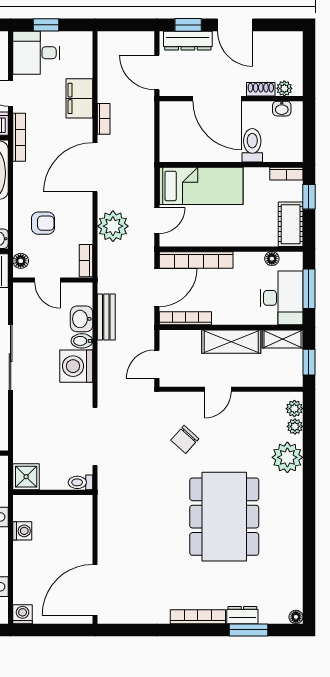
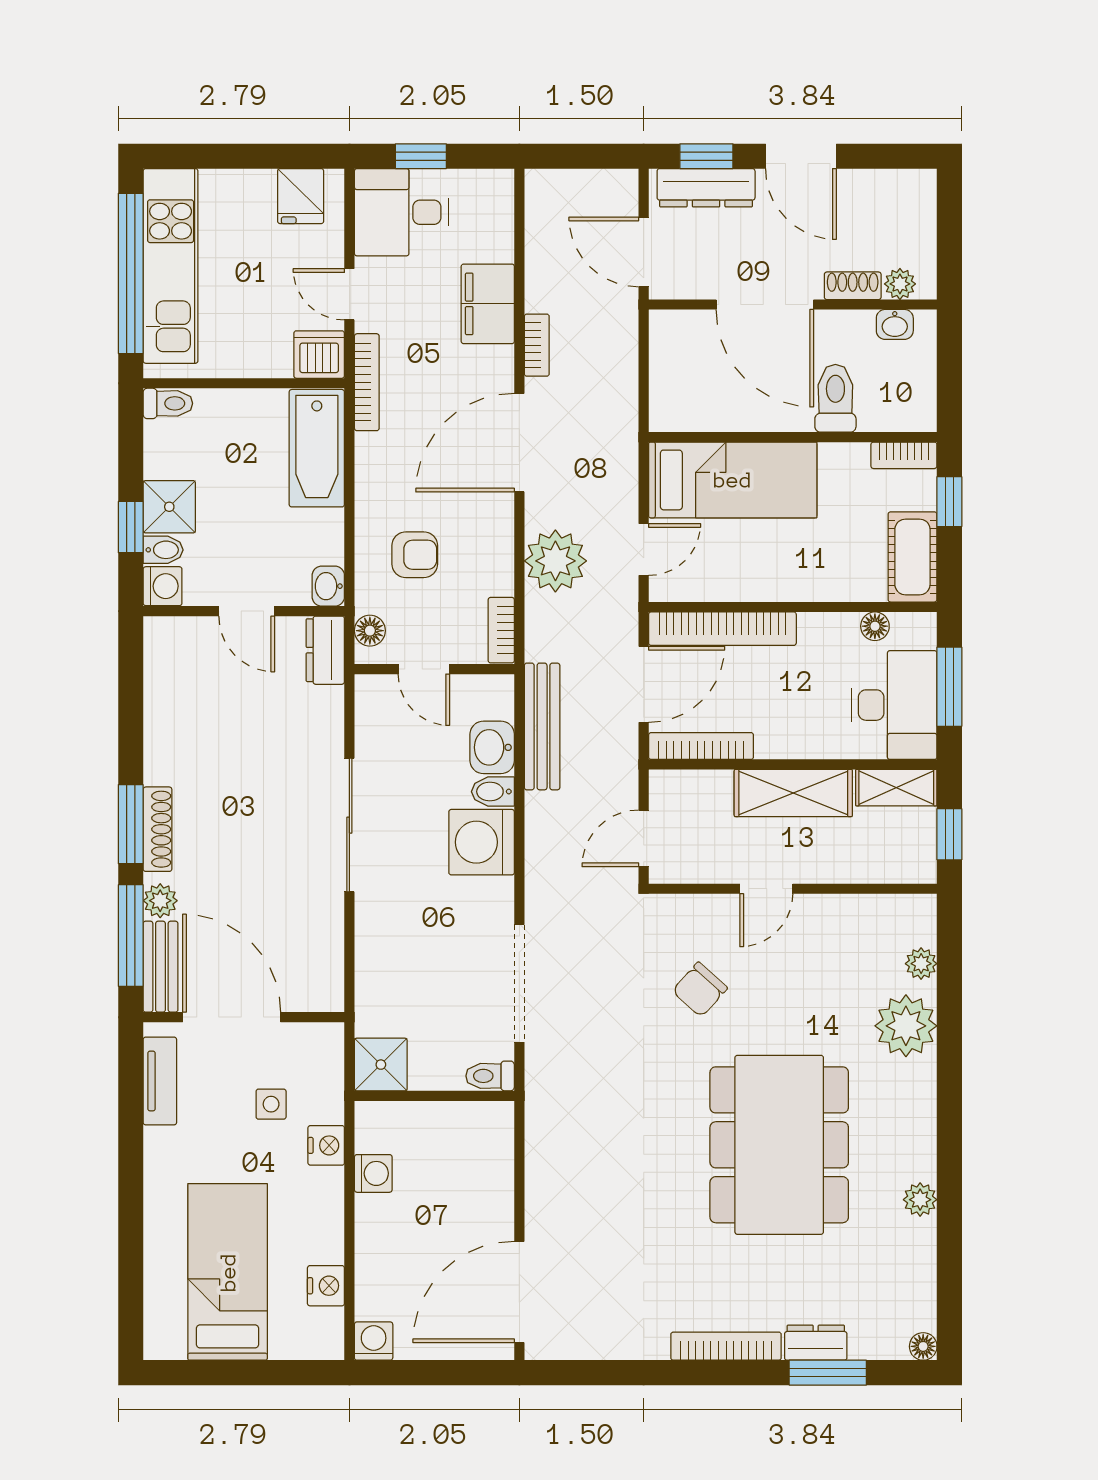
bench: (106, 317) -> (542, 726), width x1.36
plant: (294, 409) -> (920, 1200), moved

